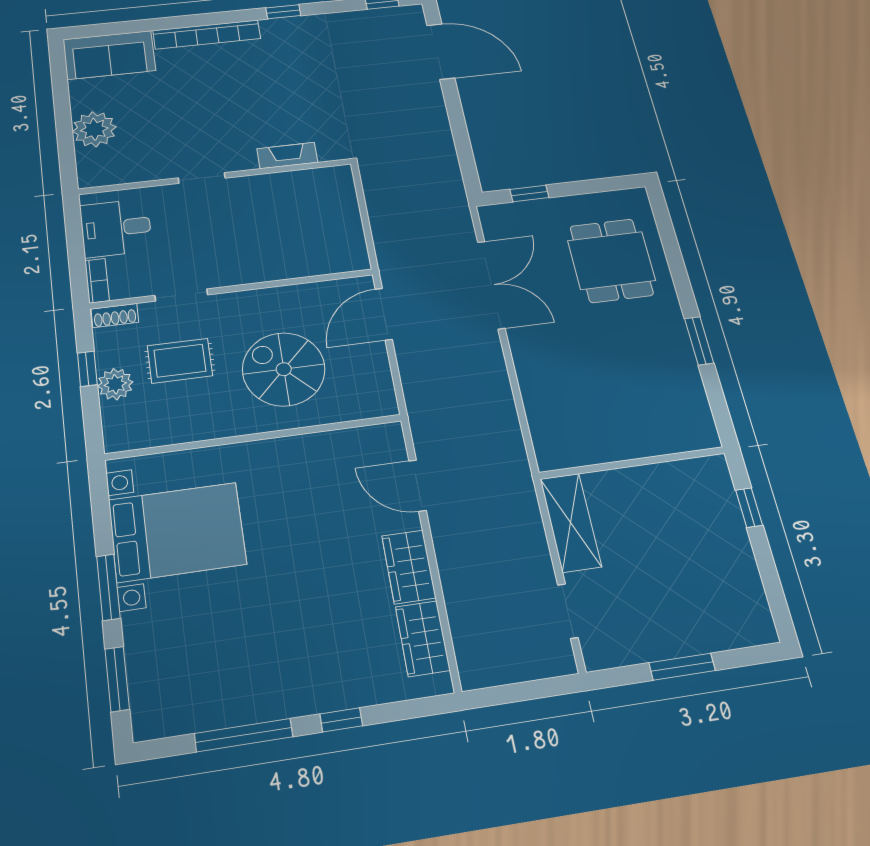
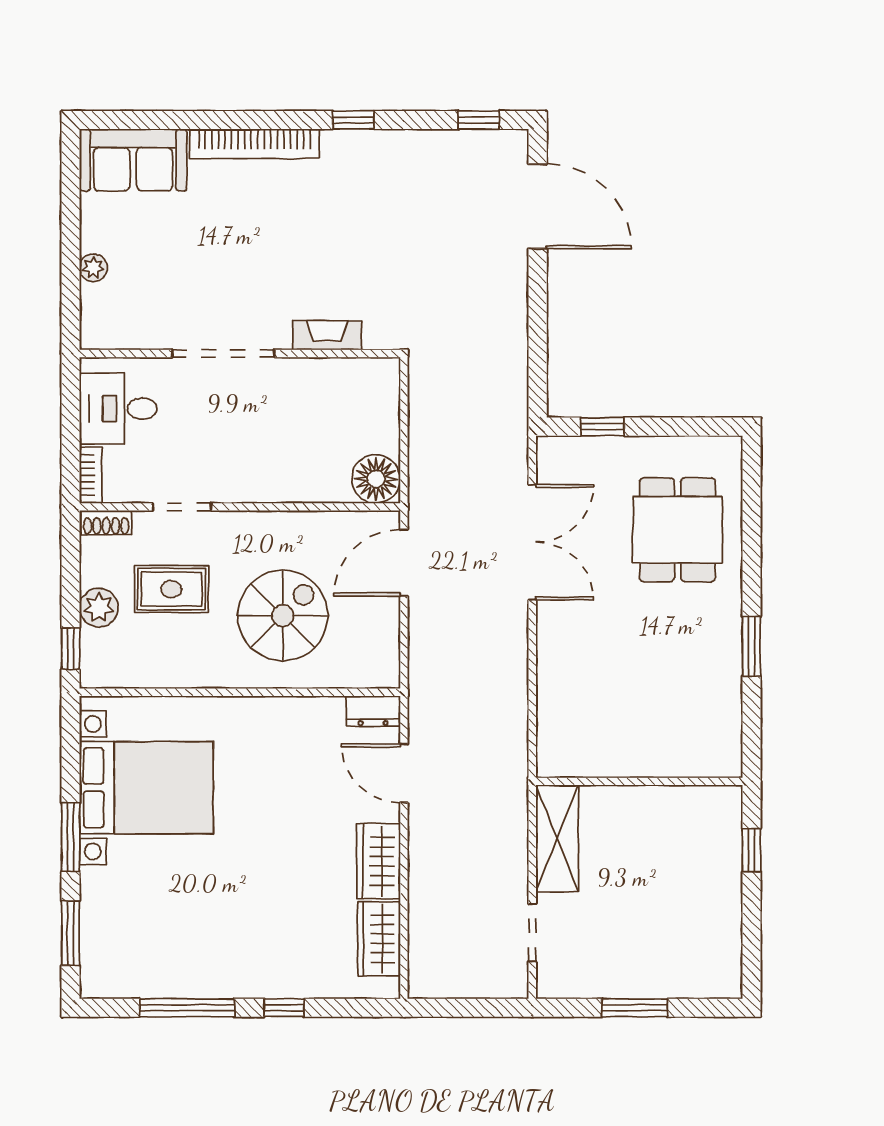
plant: (94, 129) -> (93, 268), width x0.53, depth x0.53
doorway: (202, 178) -> (223, 354), width x1.87
floor lamp: (347, 254) -> (376, 479), added
window: (87, 369) -> (71, 649), moved
spiral stairs: (284, 369) -> (283, 616), turned 90
dresser: (379, 437) -> (373, 711), added

